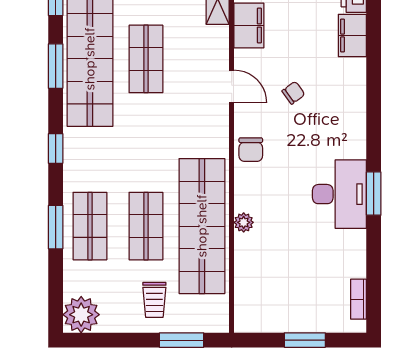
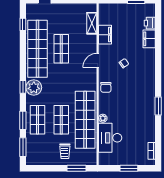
window: (56, 66) -> (23, 147), moved
door: (232, 86) -> (98, 60), swing flipped
desk: (339, 194) -> (110, 138), moved, turned 180
plant: (81, 315) -> (34, 87), moved

